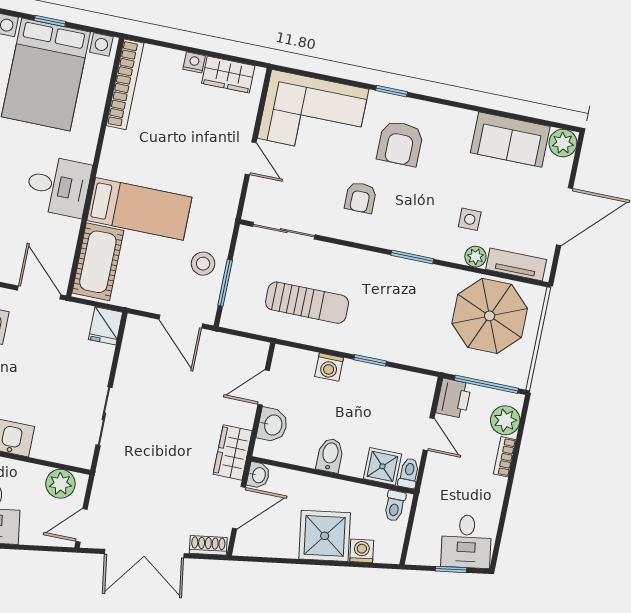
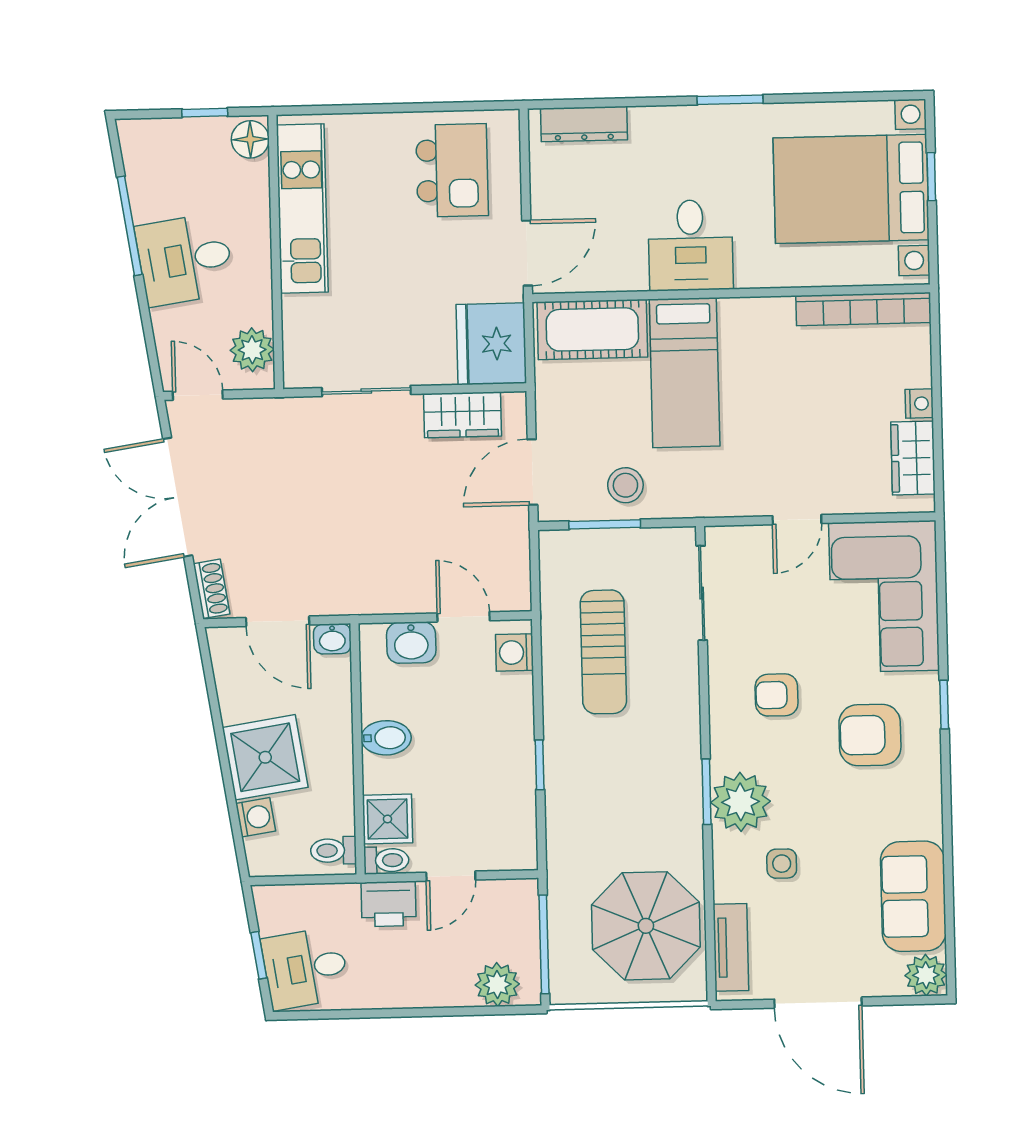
plant: (475, 257) -> (740, 802), moved, width x1.88, depth x1.88
fridge: (105, 326) -> (491, 344), width x1.88, depth x1.34
washing machine: (329, 367) -> (514, 652), moved
printer: (454, 398) -> (389, 904), moved
wardrobe: (233, 452) -> (463, 415), moved, turned 180
bookcase: (505, 457) -> (443, 996), removed

